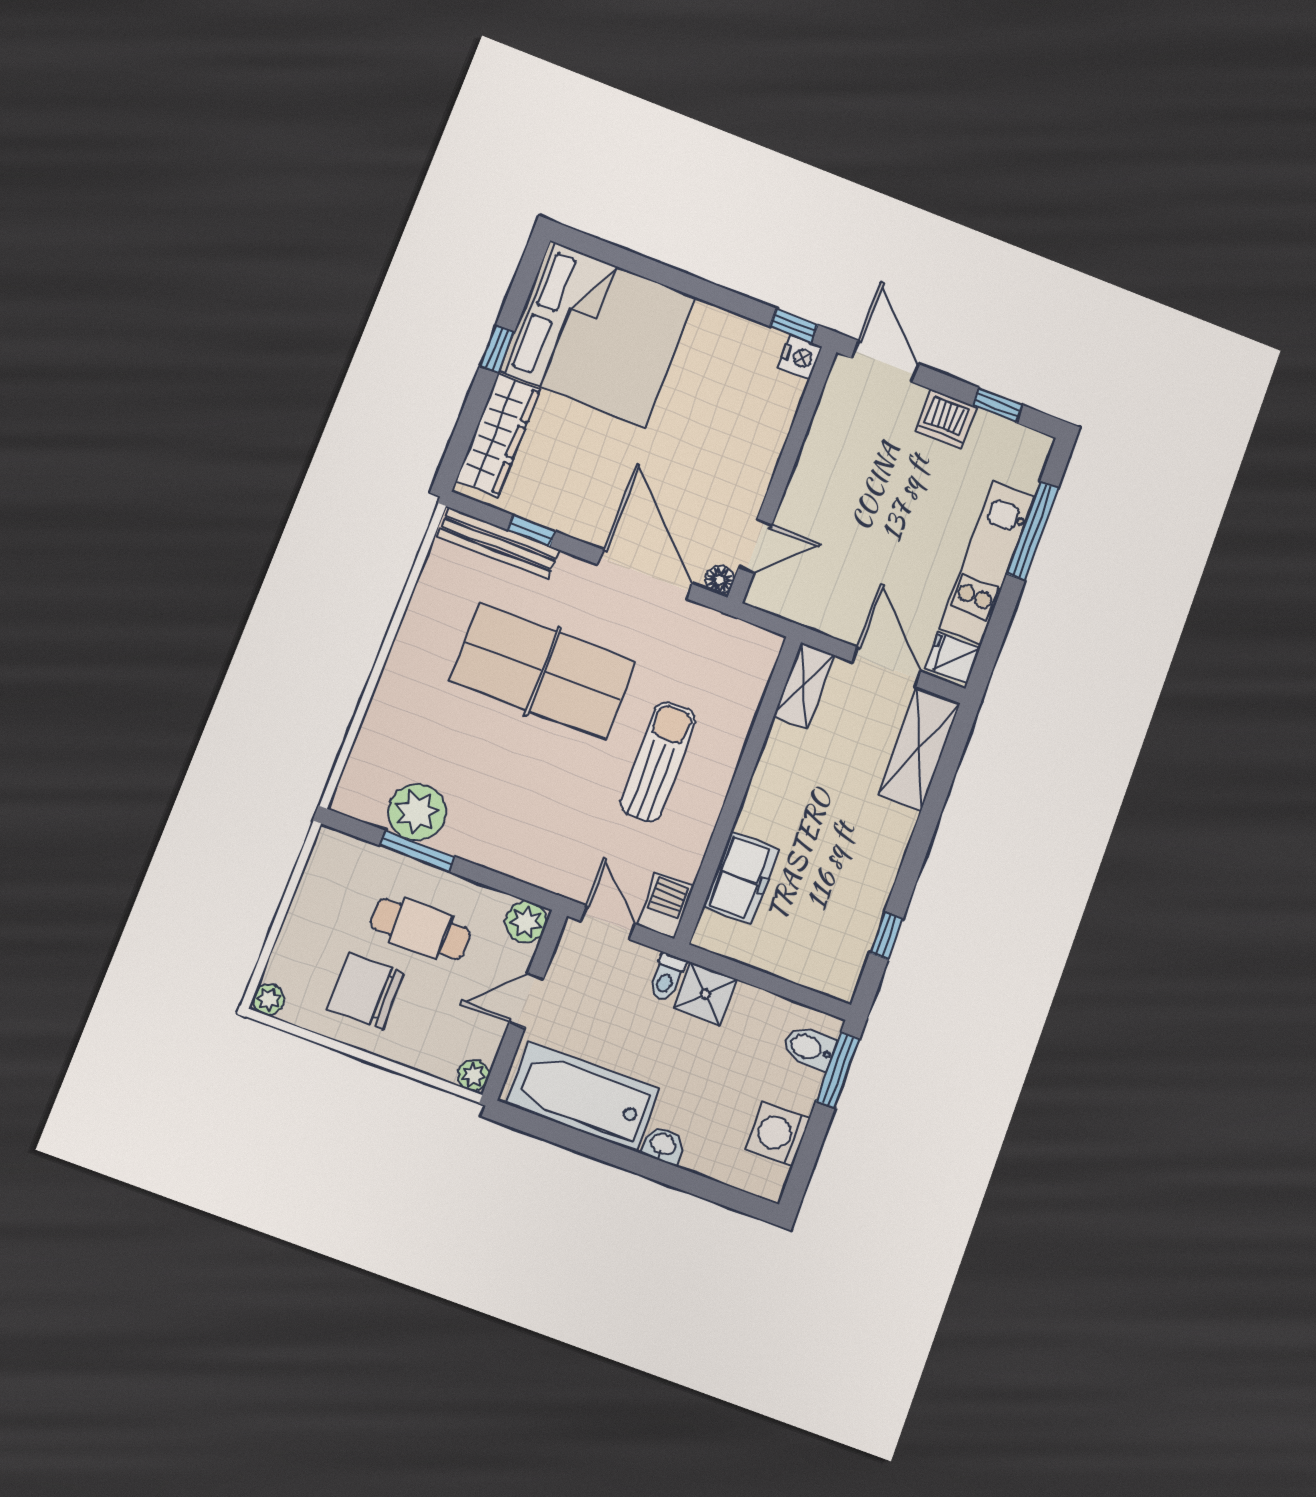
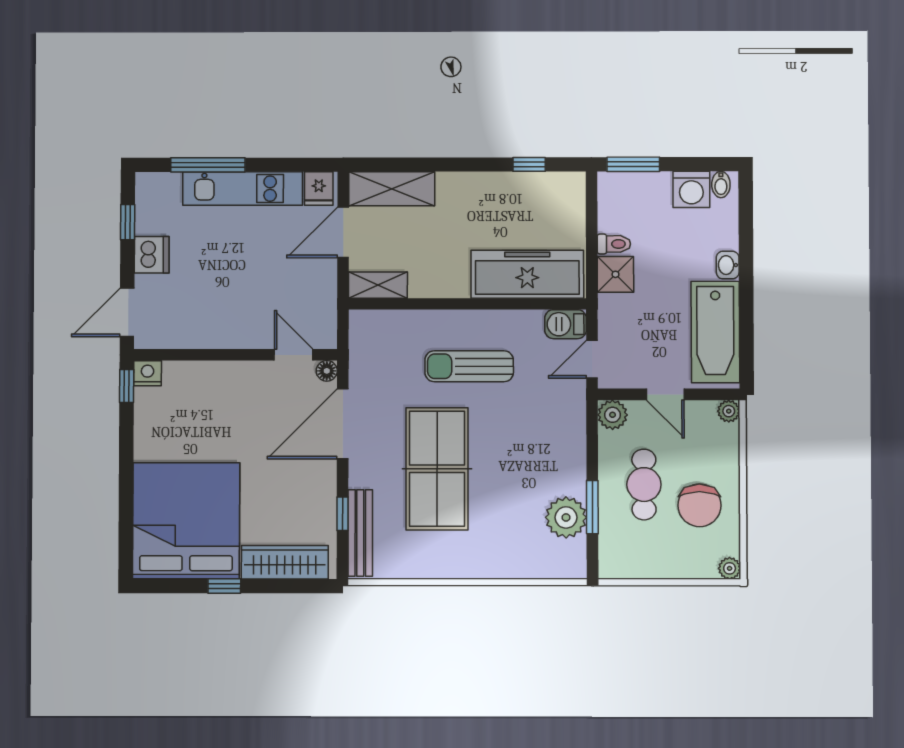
freezer: (741, 878) -> (527, 274), width x1.91, depth x1.26
toilet: (667, 977) -> (614, 244), moved
bidet: (809, 1048) -> (721, 184), moved, width x0.72, depth x0.74

